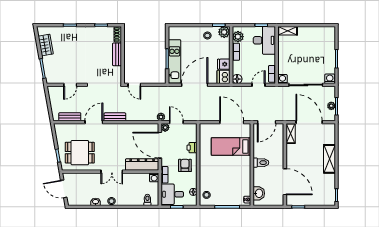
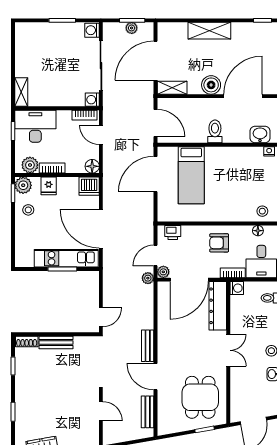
fridge: (224, 64) -> (49, 186), moved
printer: (192, 148) -> (173, 232), moved
boiler: (292, 160) -> (211, 85), added

